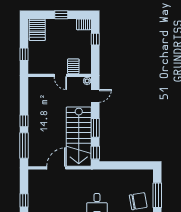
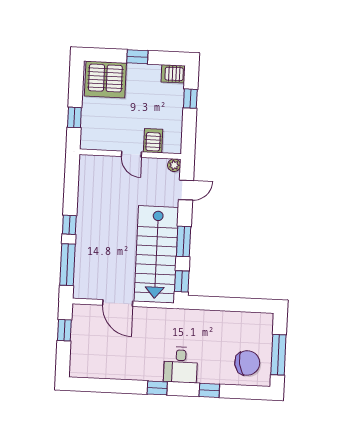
server rack: (37, 30) -> (105, 79), width x1.60
door: (56, 168) -> (118, 303), swing flipped
window: (24, 200) -> (64, 330), moved

